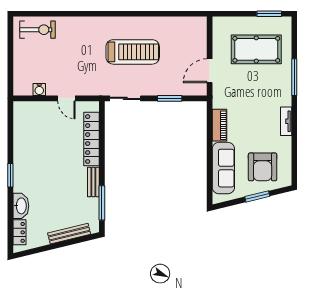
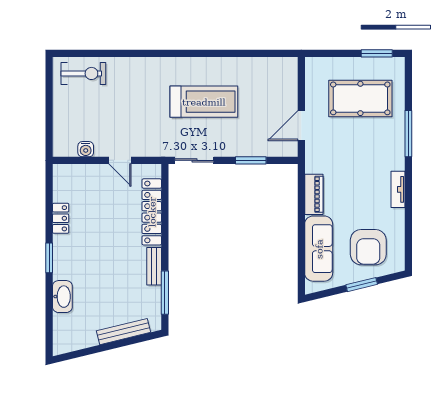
locker: (19, 232) -> (61, 218), moved

